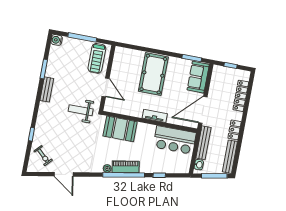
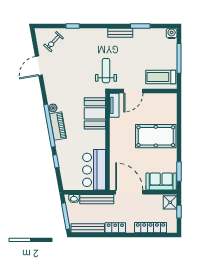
shower: (220, 72) -> (170, 202), added
tv unit: (155, 116) -> (114, 105), moved

